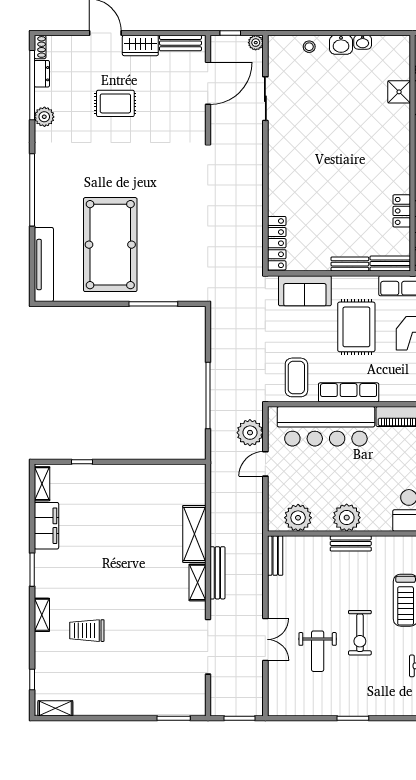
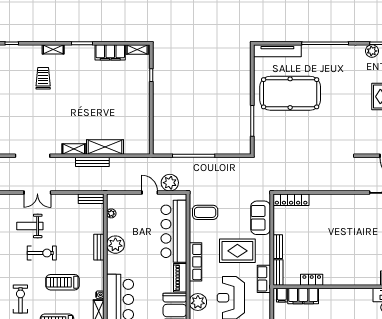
row of seats: (349, 392) -> (196, 262), moved
plant: (298, 518) -> (111, 213), width x0.53, depth x0.53
bench: (217, 573) -> (92, 162), moved
exercise bike: (360, 633) -> (42, 253), turned 180

